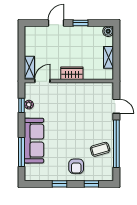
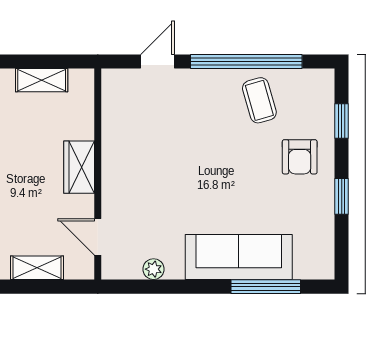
shelving: (29, 67) -> (37, 268), moved
window: (21, 105) -> (155, 287), removed
armchair: (76, 166) -> (300, 157), turned 90

